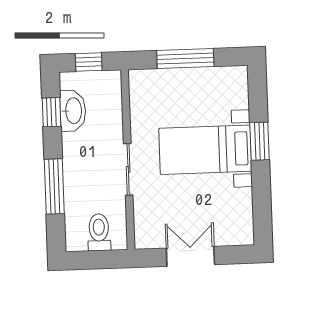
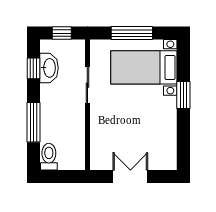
bed with nightstands: (205, 150) -> (144, 67), moved
sliding door: (128, 169) -> (87, 85), moved
toilet: (99, 232) -> (49, 157), moved

